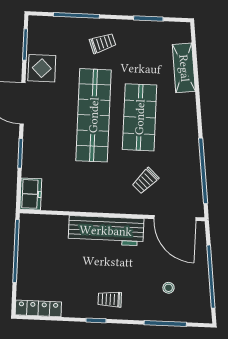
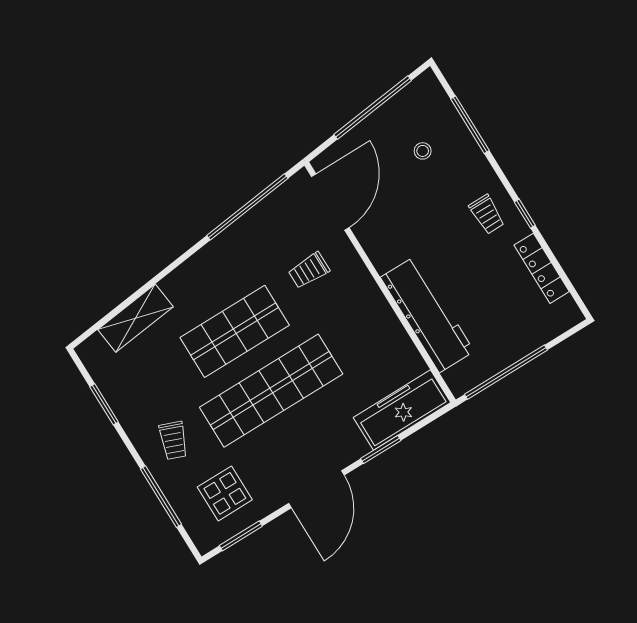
trolley: (103, 43) -> (173, 440), turned -138
display table: (42, 68) -> (225, 493), moved
trolley: (145, 181) -> (309, 270), turned 137
freezer: (31, 194) -> (402, 410), width x1.91, depth x1.26
workbench: (106, 231) -> (427, 314), moved
locker: (38, 308) -> (542, 268), moved

